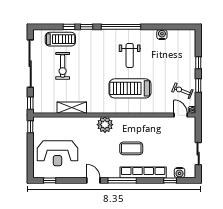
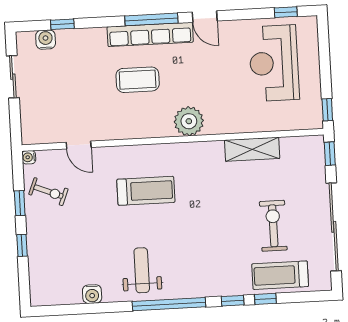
weight bench: (130, 55) -> (142, 270), moved
treadmill: (130, 88) -> (146, 191), width x0.73, depth x0.73
door: (181, 115) -> (79, 145), moved
reception desk: (57, 153) -> (274, 63), turned -90
row of seats: (143, 172) -> (150, 34), moved

